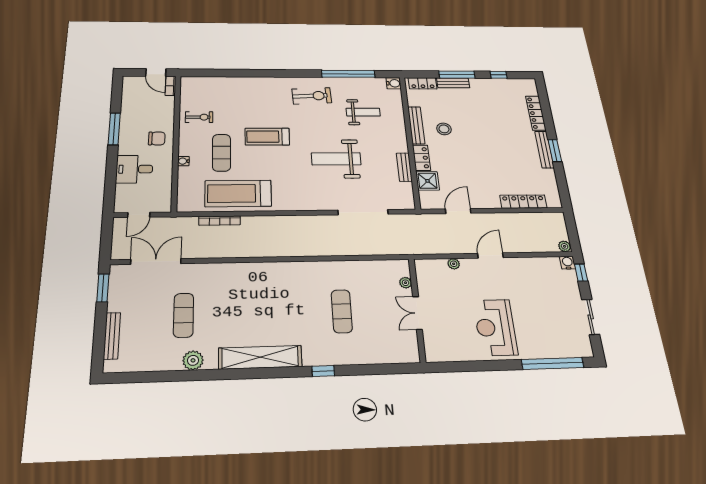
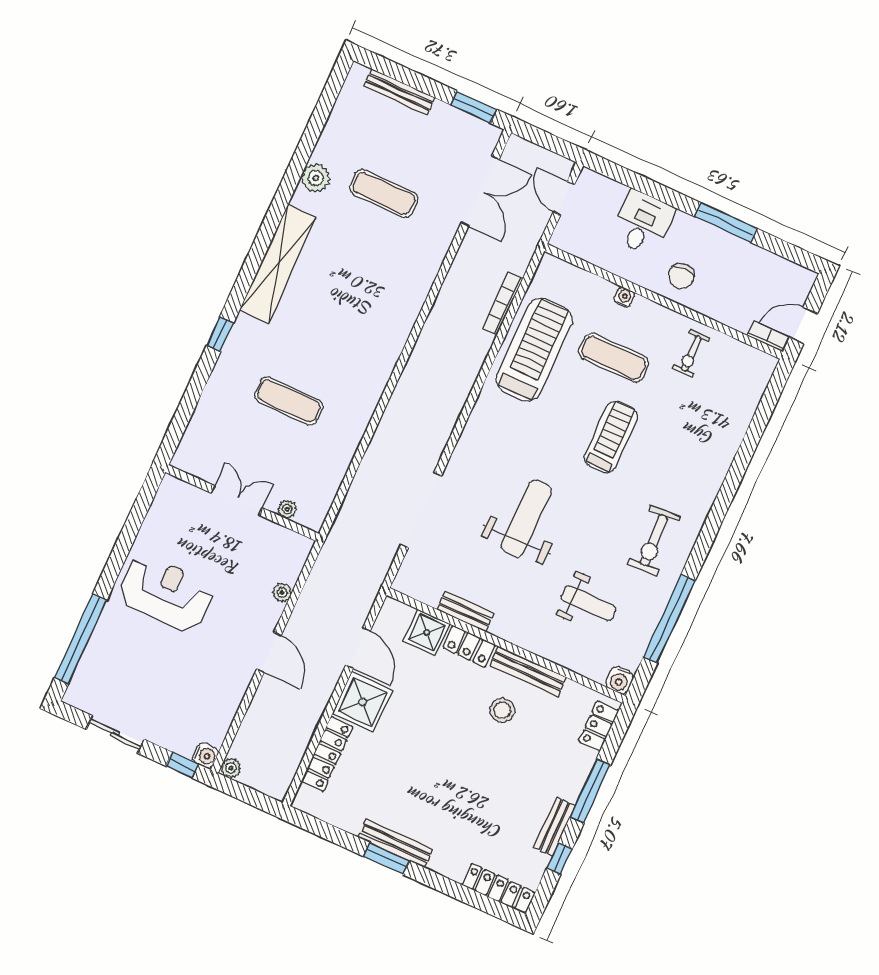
bench: (453, 83) -> (554, 826), moved
weight bench: (363, 112) -> (588, 603), turned -90
locker: (536, 113) -> (498, 888), moved
shower: (485, 196) -> (363, 702), added

